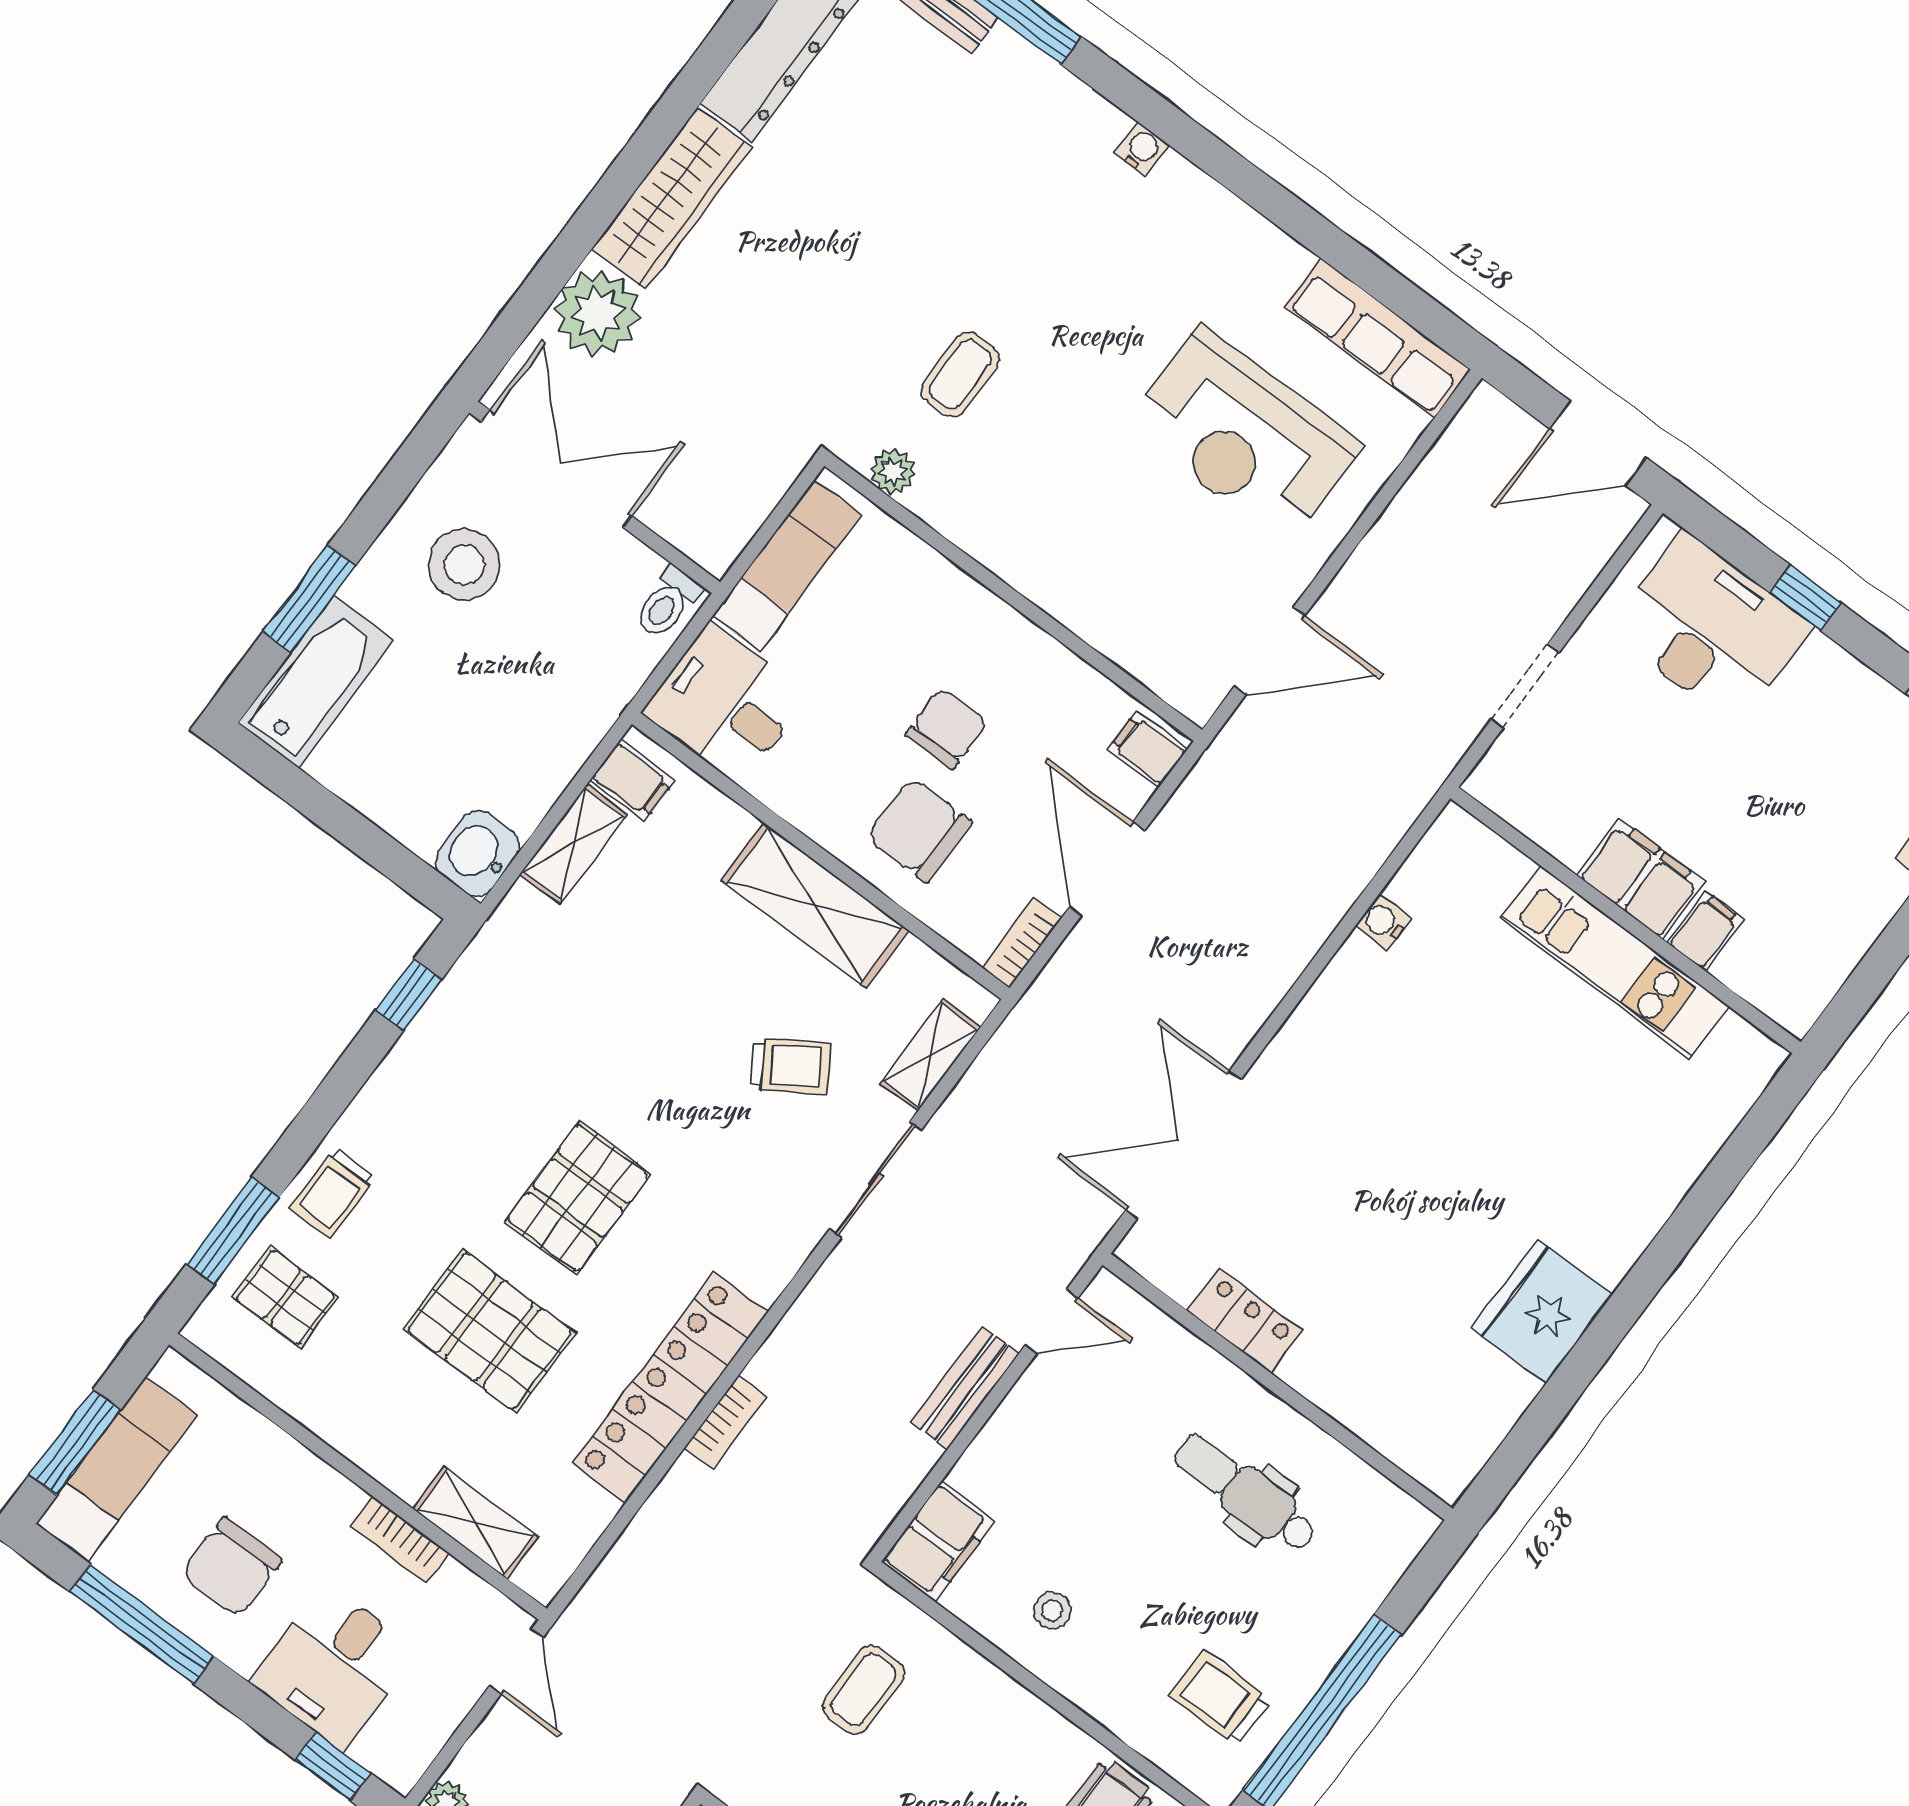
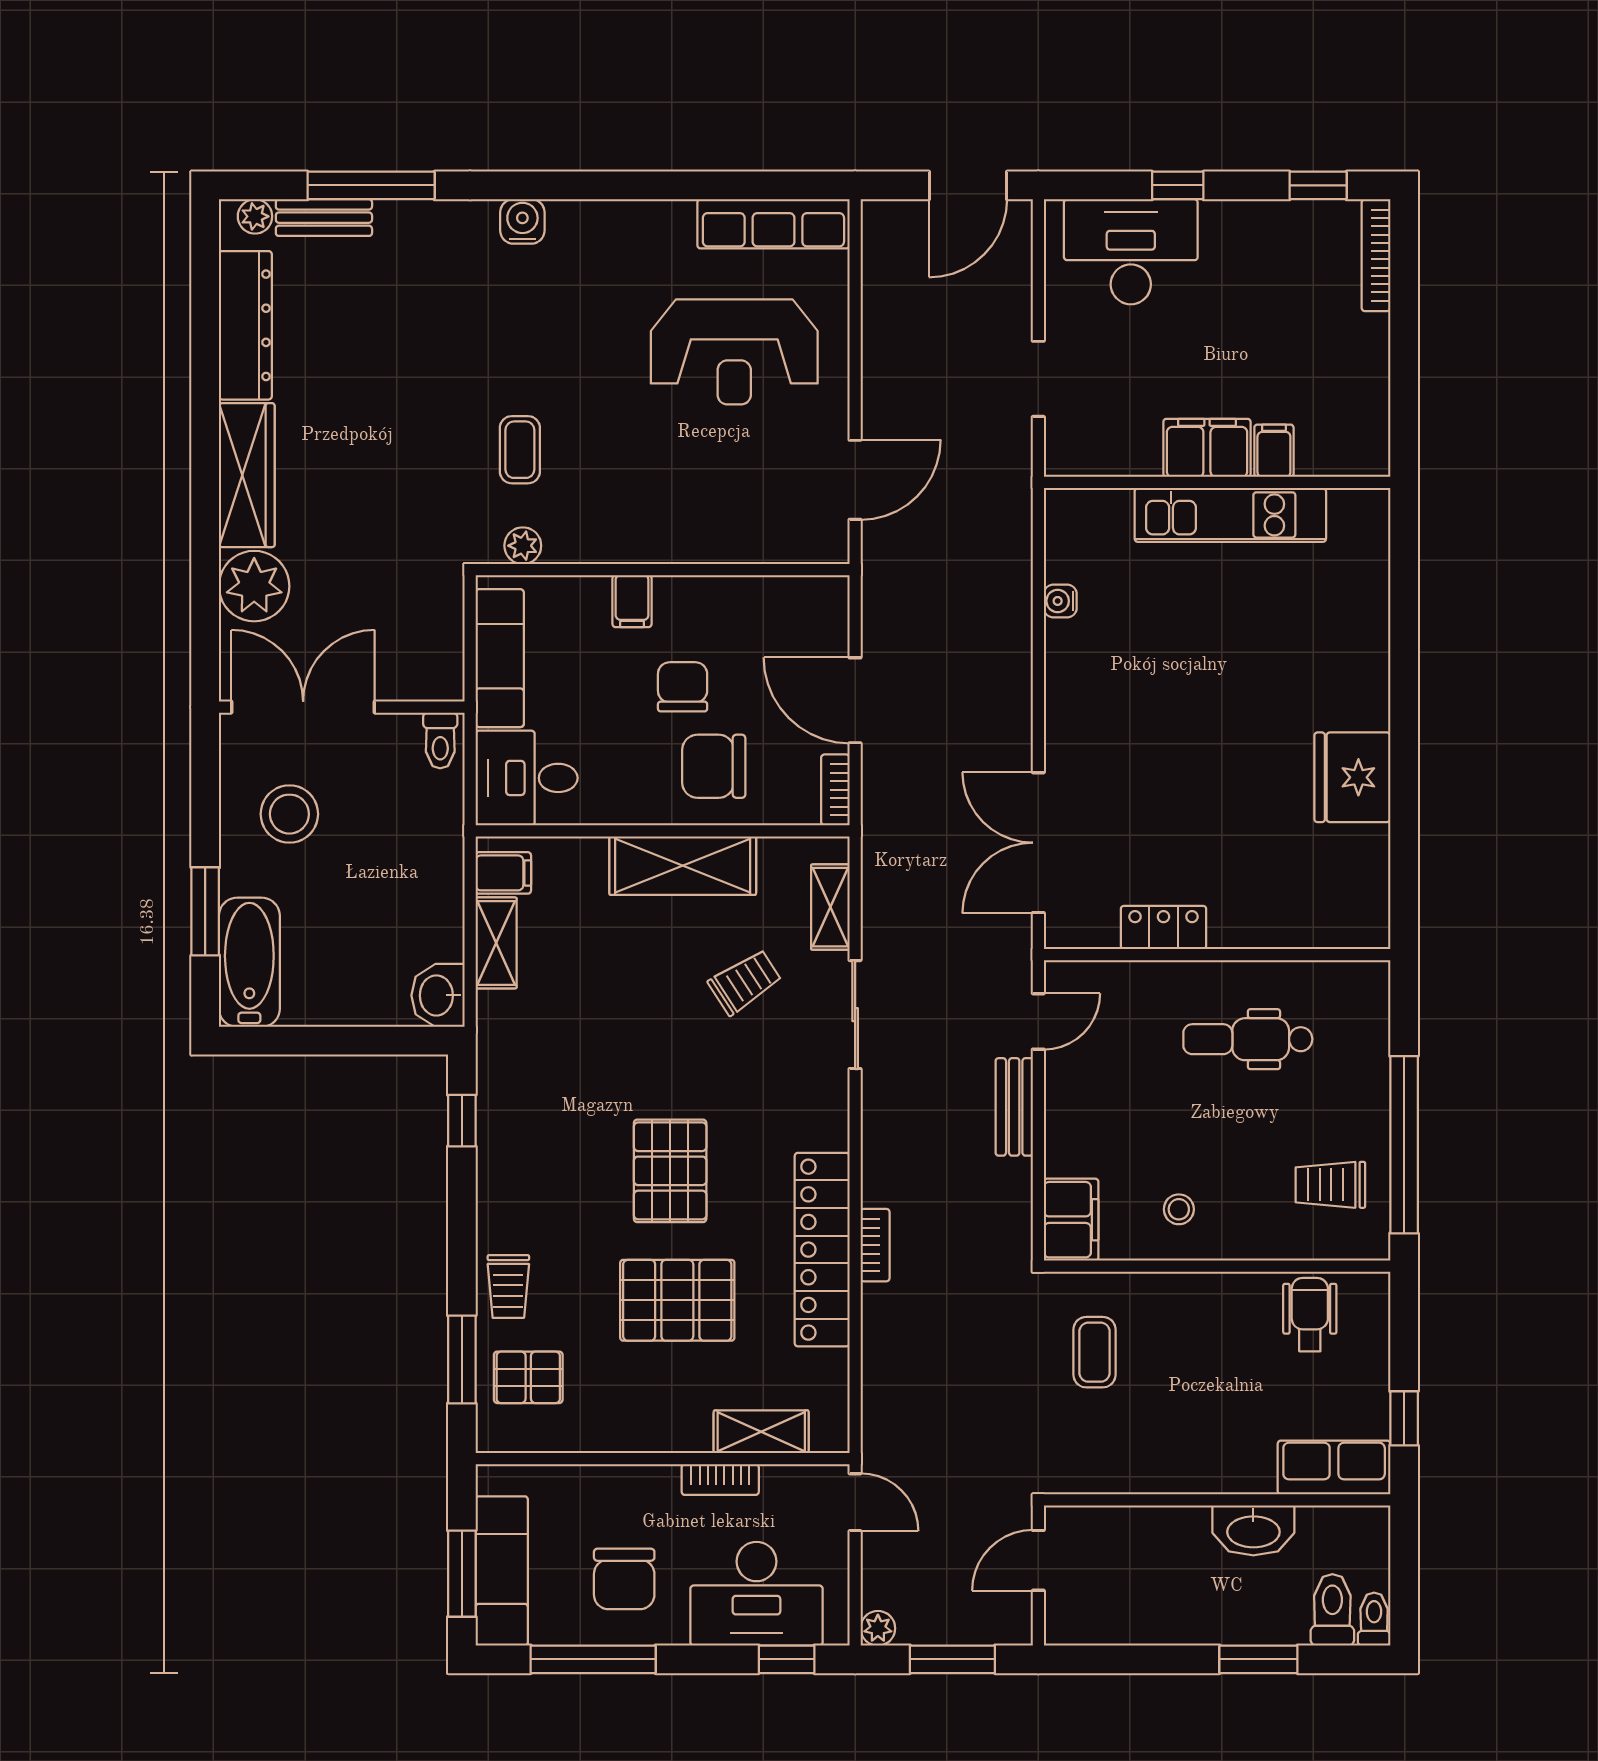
water cooler: (1142, 149) -> (522, 221), width x1.38, depth x1.38
filing cabinet: (1147, 750) -> (632, 601), moved, turned -90
desk: (334, 1666) -> (756, 1594), width x1.37

